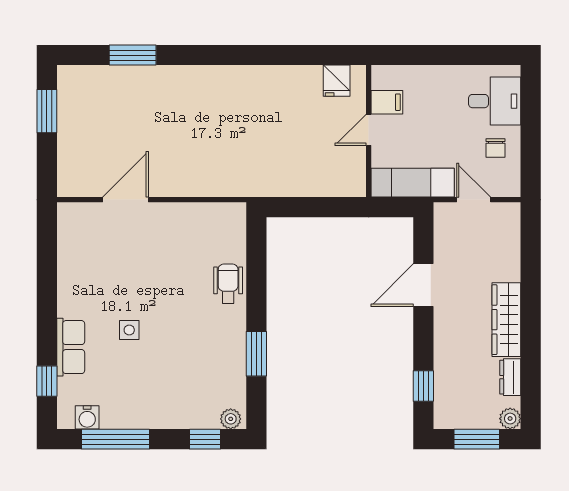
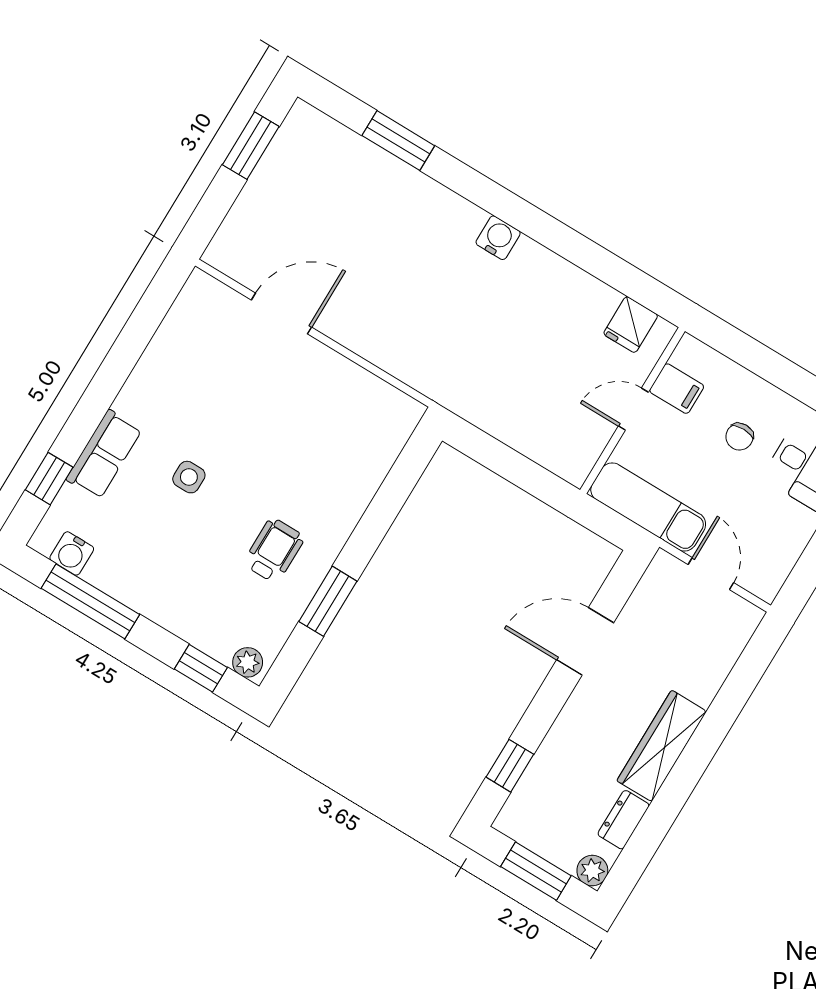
water cooler: (227, 77) -> (498, 238), added
chair: (496, 148) -> (739, 437), moved
wheelchair: (228, 284) -> (274, 550), moved

